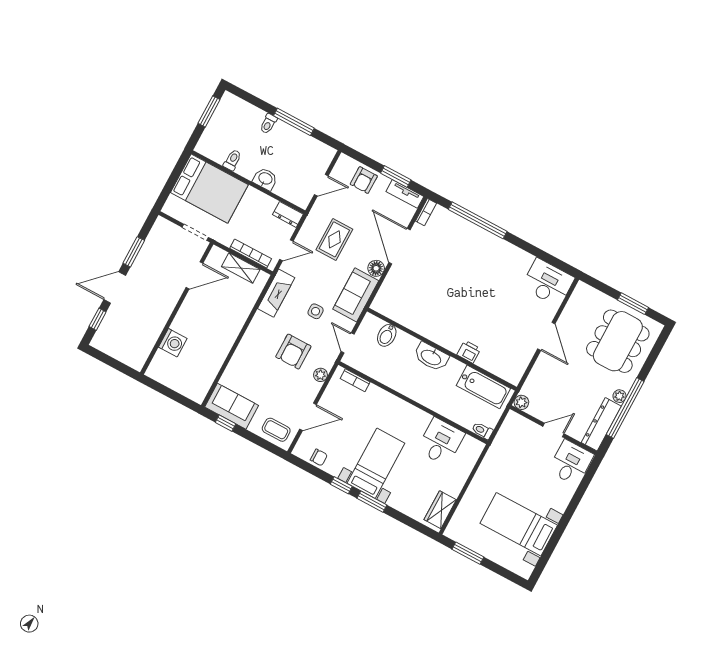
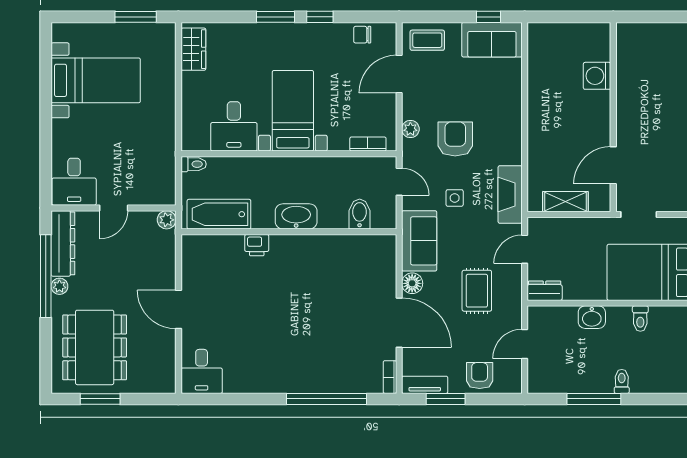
bookcase: (251, 254) -> (563, 224), removed
desk: (548, 283) -> (202, 371), width x0.73
bed with nightstands: (376, 463) -> (293, 111), moved, turned 180

